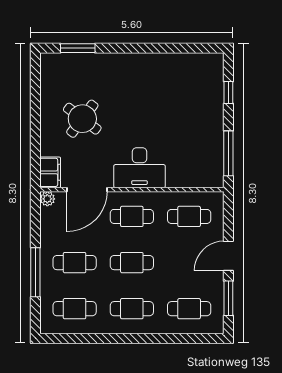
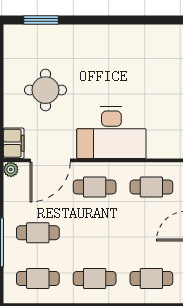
round table: (82, 119) -> (45, 90), turned -37
desk: (139, 168) -> (111, 133), width x1.36, depth x1.30
cafe table: (132, 263) -> (95, 233), removed

